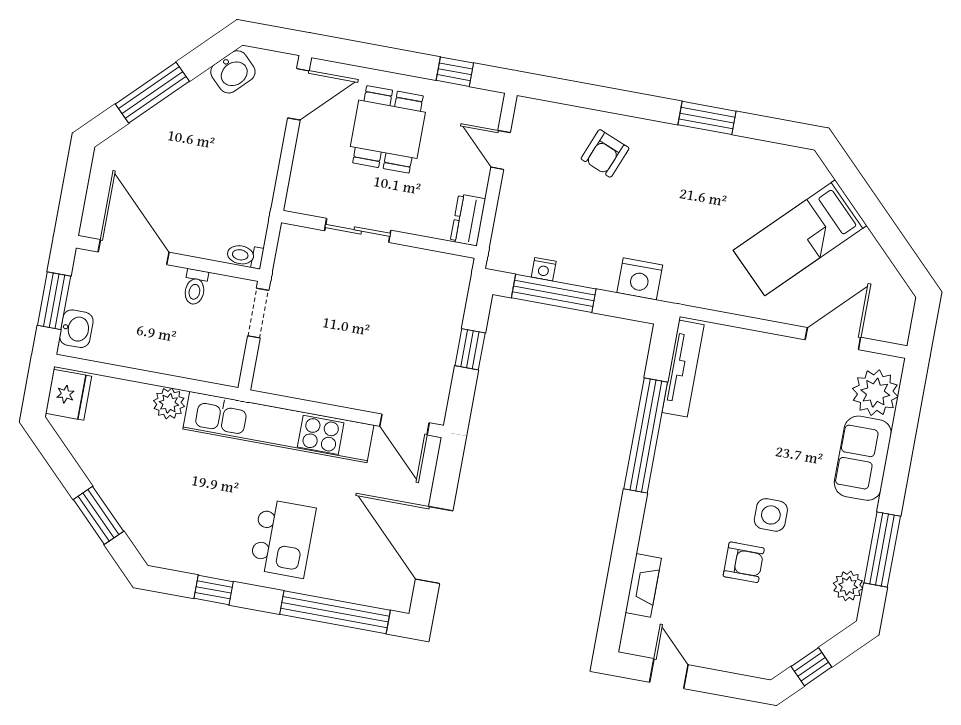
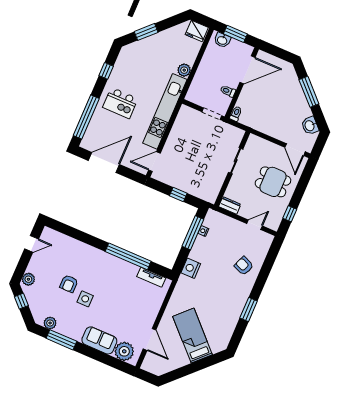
tv unit: (683, 369) -> (151, 277), width x0.71
fireplace: (643, 585) -> (69, 242), removed
plant: (755, 662) -> (28, 279), added

